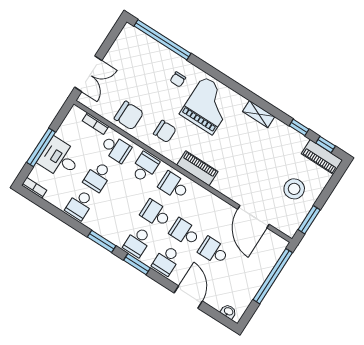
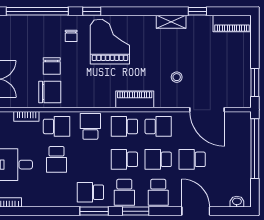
shelving: (259, 114) -> (171, 22), moved
chair: (165, 131) -> (52, 66), moved, turned 90
window: (326, 144) -> (92, 11), moved
stool: (294, 189) -> (177, 77), moved, width x0.53, depth x0.53
school desk: (203, 204) -> (158, 126), added
school desk: (80, 205) -> (90, 192), moved, turned 90

